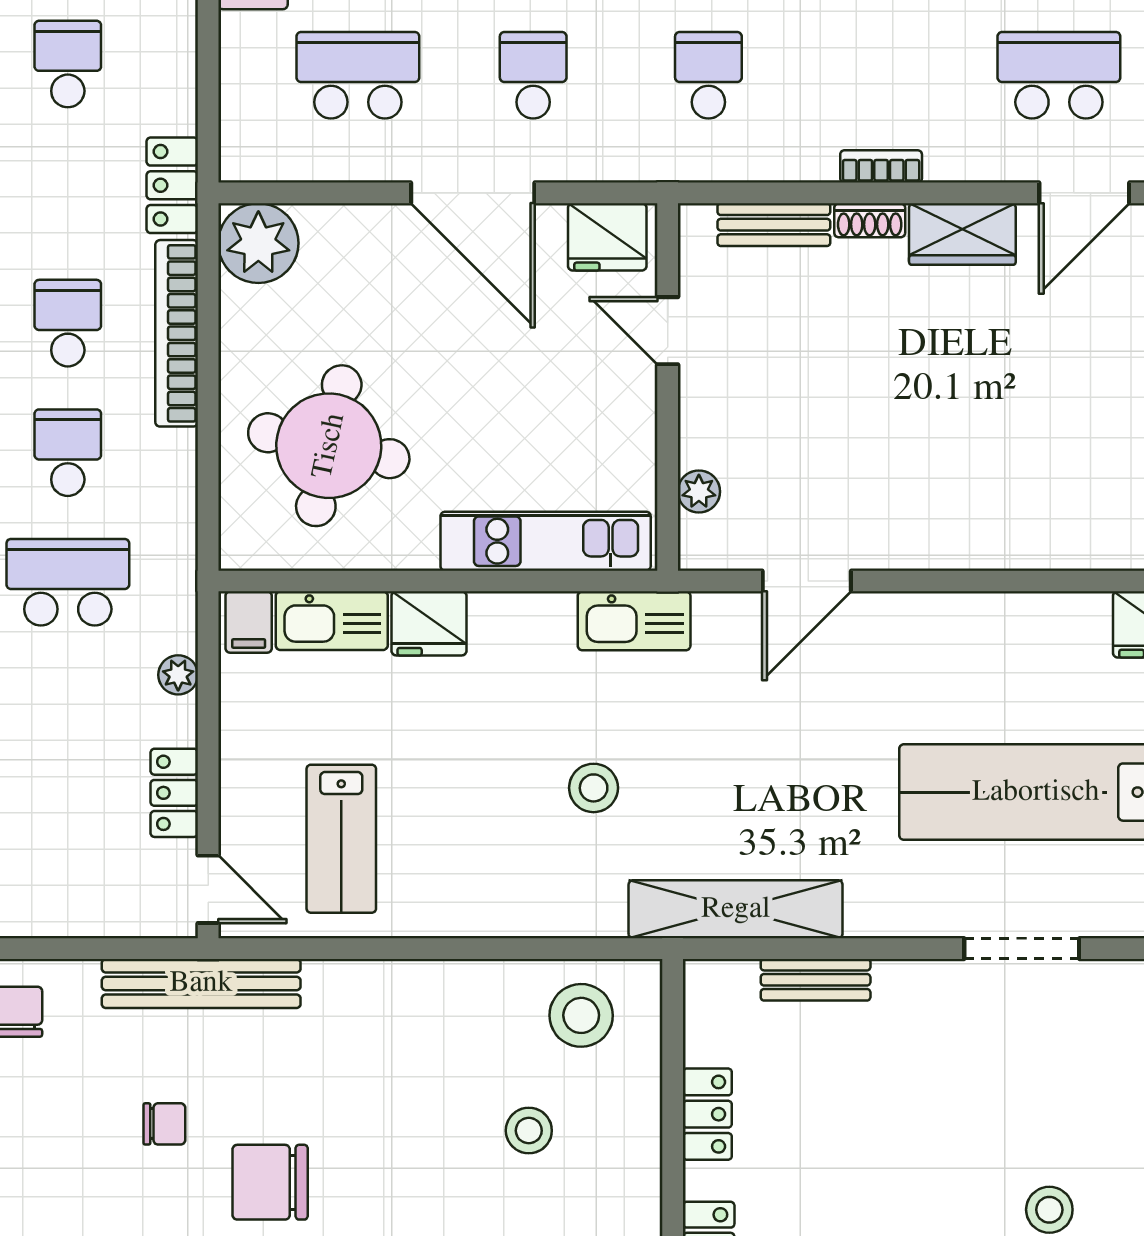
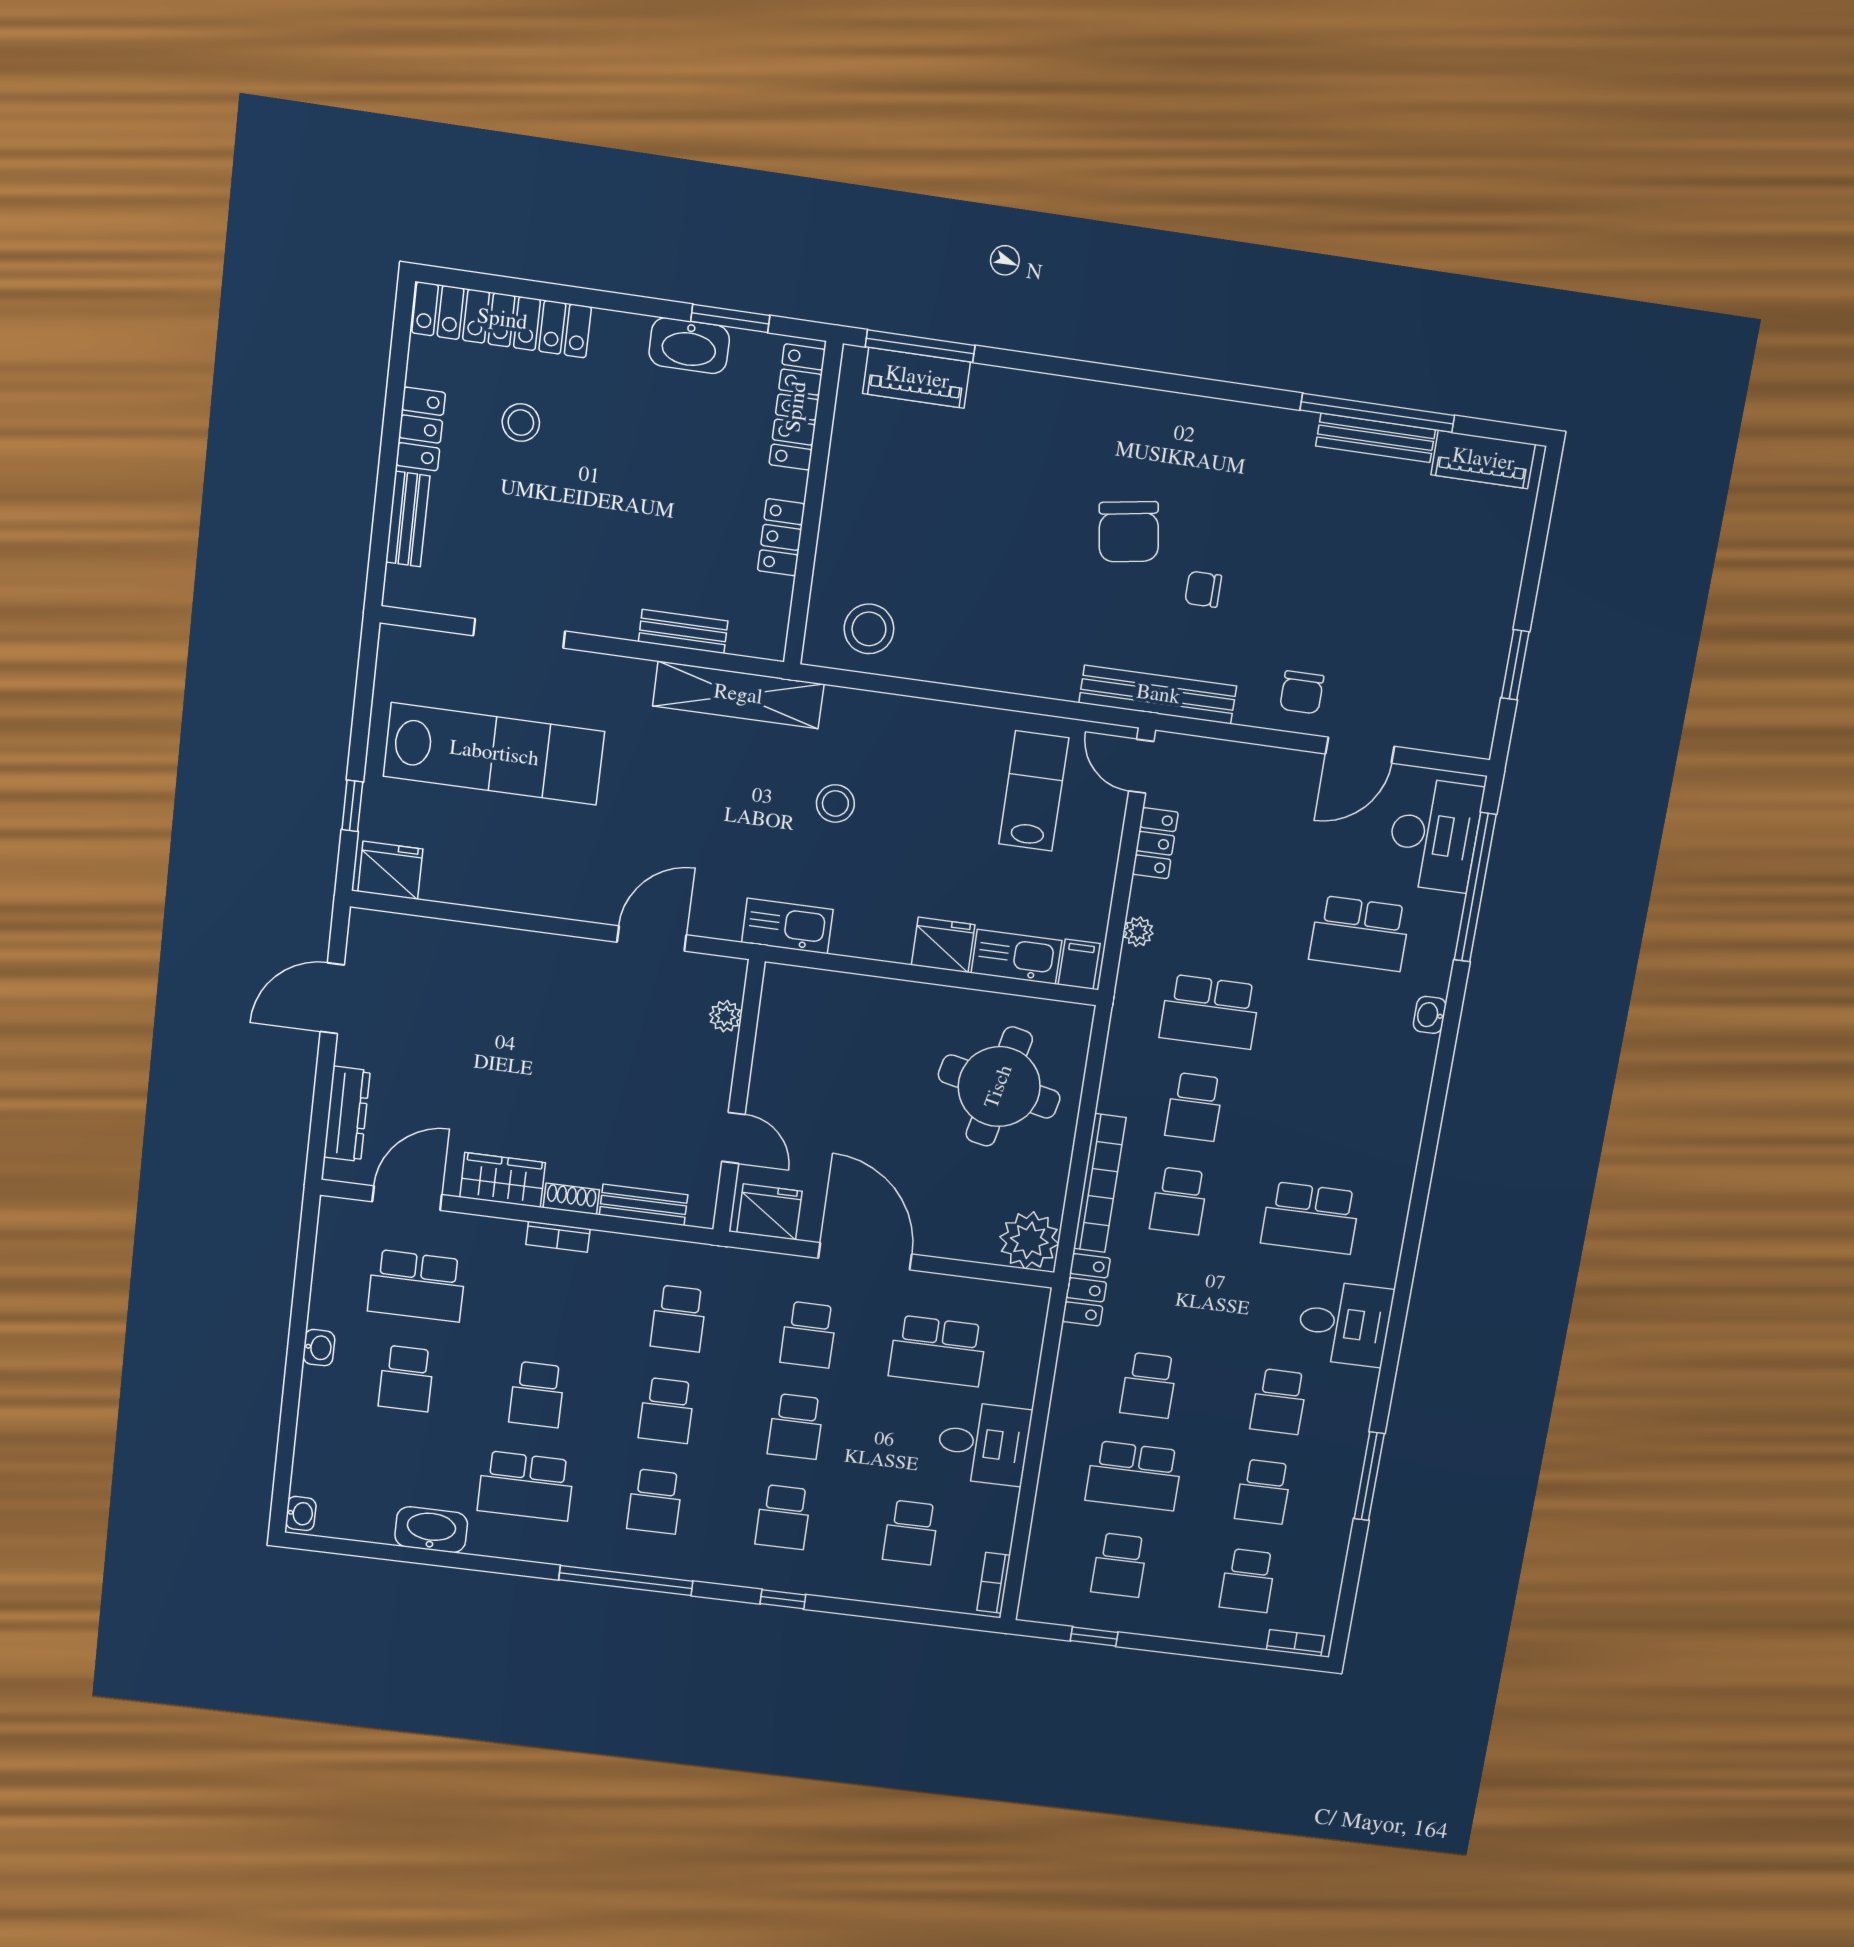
kitchen unit: (546, 541) -> (846, 995), removed
stool: (529, 1131) -> (922, 544), removed
chair: (270, 1182) -> (1129, 532), turned 81

